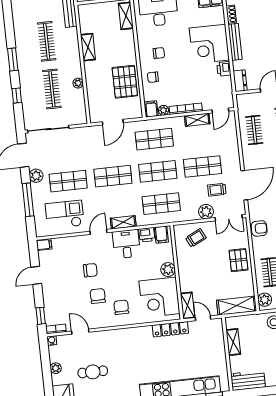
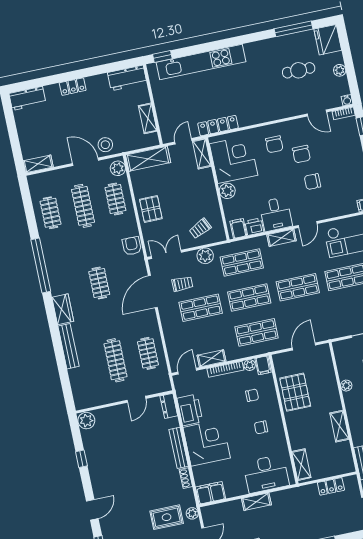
printer: (224, 69) -> (190, 410), width x1.87, depth x1.48
chair: (153, 77) -> (252, 395), moved
plant: (206, 212) -> (205, 256), moved
armchair: (259, 228) -> (132, 246), turned 90
door: (203, 318) -> (183, 141), swing flipped

